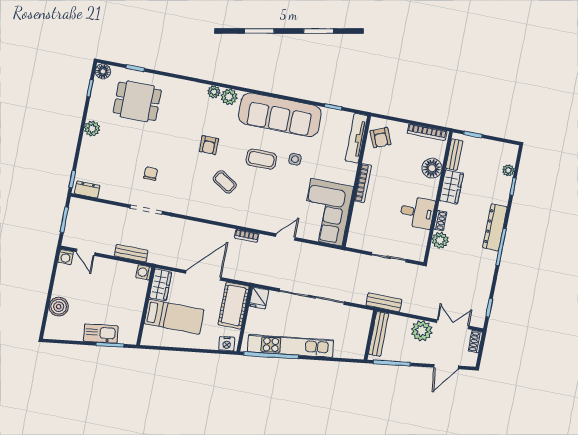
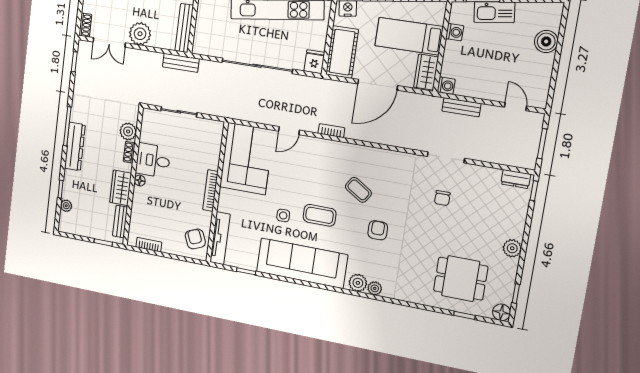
bookcase: (427, 132) -> (149, 245), width x0.64
floor lamp: (432, 168) -> (140, 181), moved, width x0.53, depth x0.53
washing machine: (66, 257) -> (455, 32), moved, turned 90

